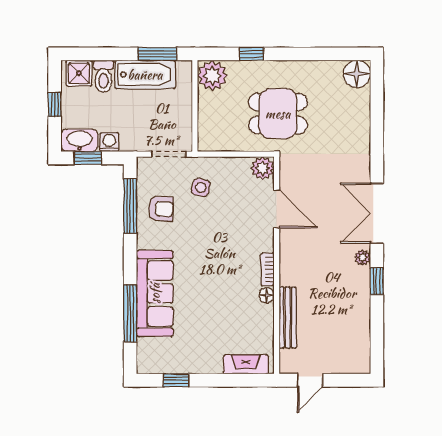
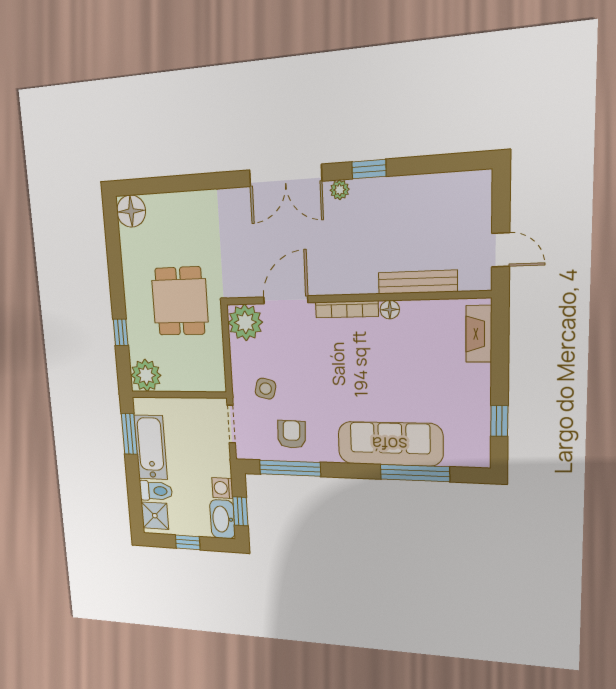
plant: (262, 168) -> (245, 322), width x1.36, depth x1.36
bookcase: (267, 270) -> (347, 309), width x1.56

